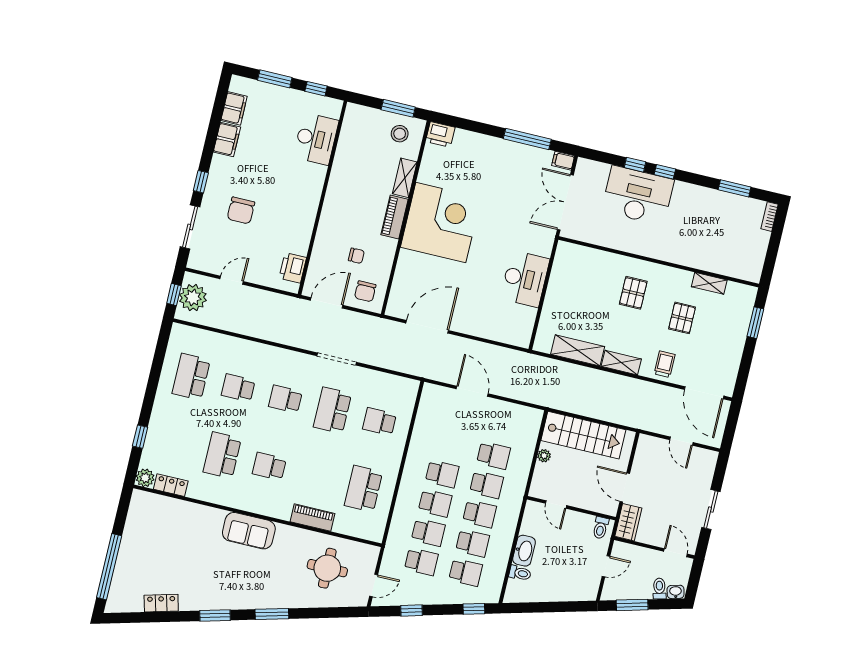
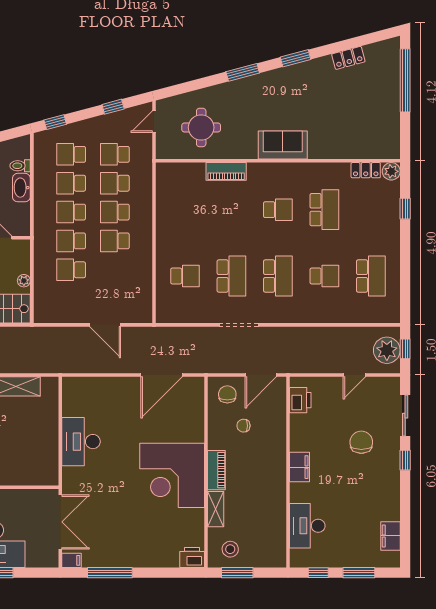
filing cabinet: (227, 139) -> (300, 467), moved, turned 180
school desk: (285, 399) -> (278, 276), width x1.85
school desk: (363, 489) -> (185, 210), removed

